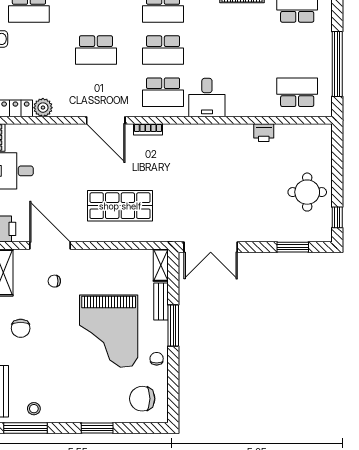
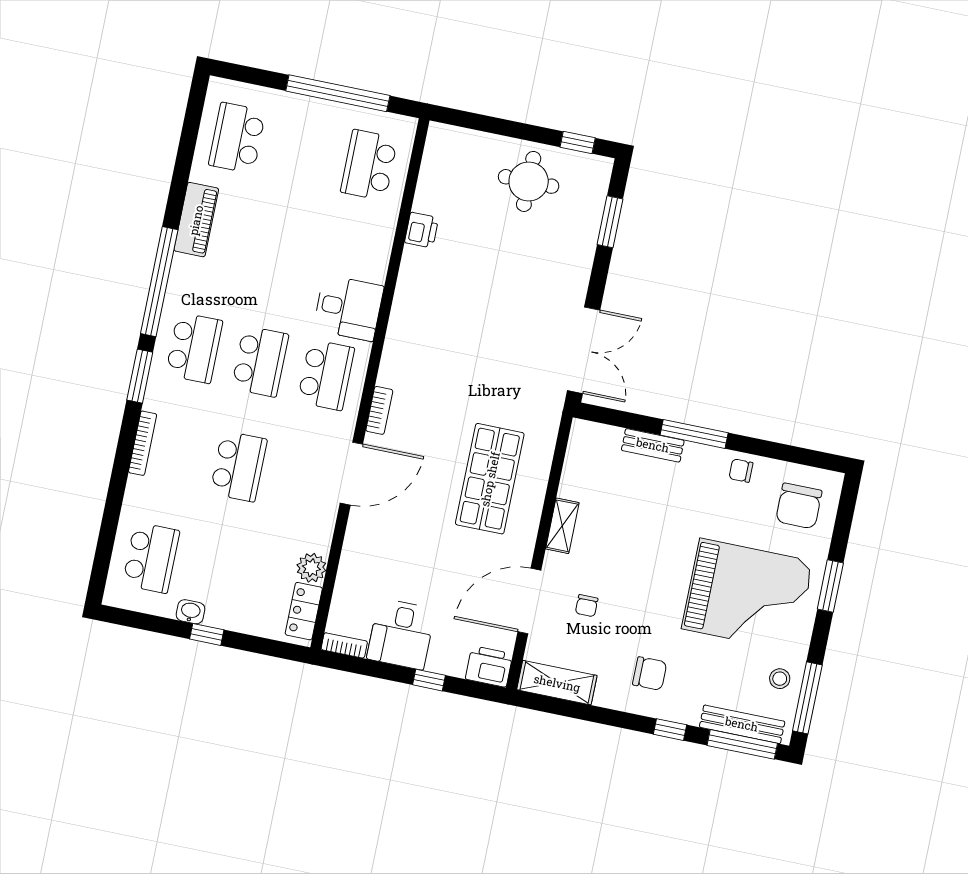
shelving: (161, 265) -> (562, 526), moved, turned 90
grand piano: (109, 331) -> (747, 595), moved

